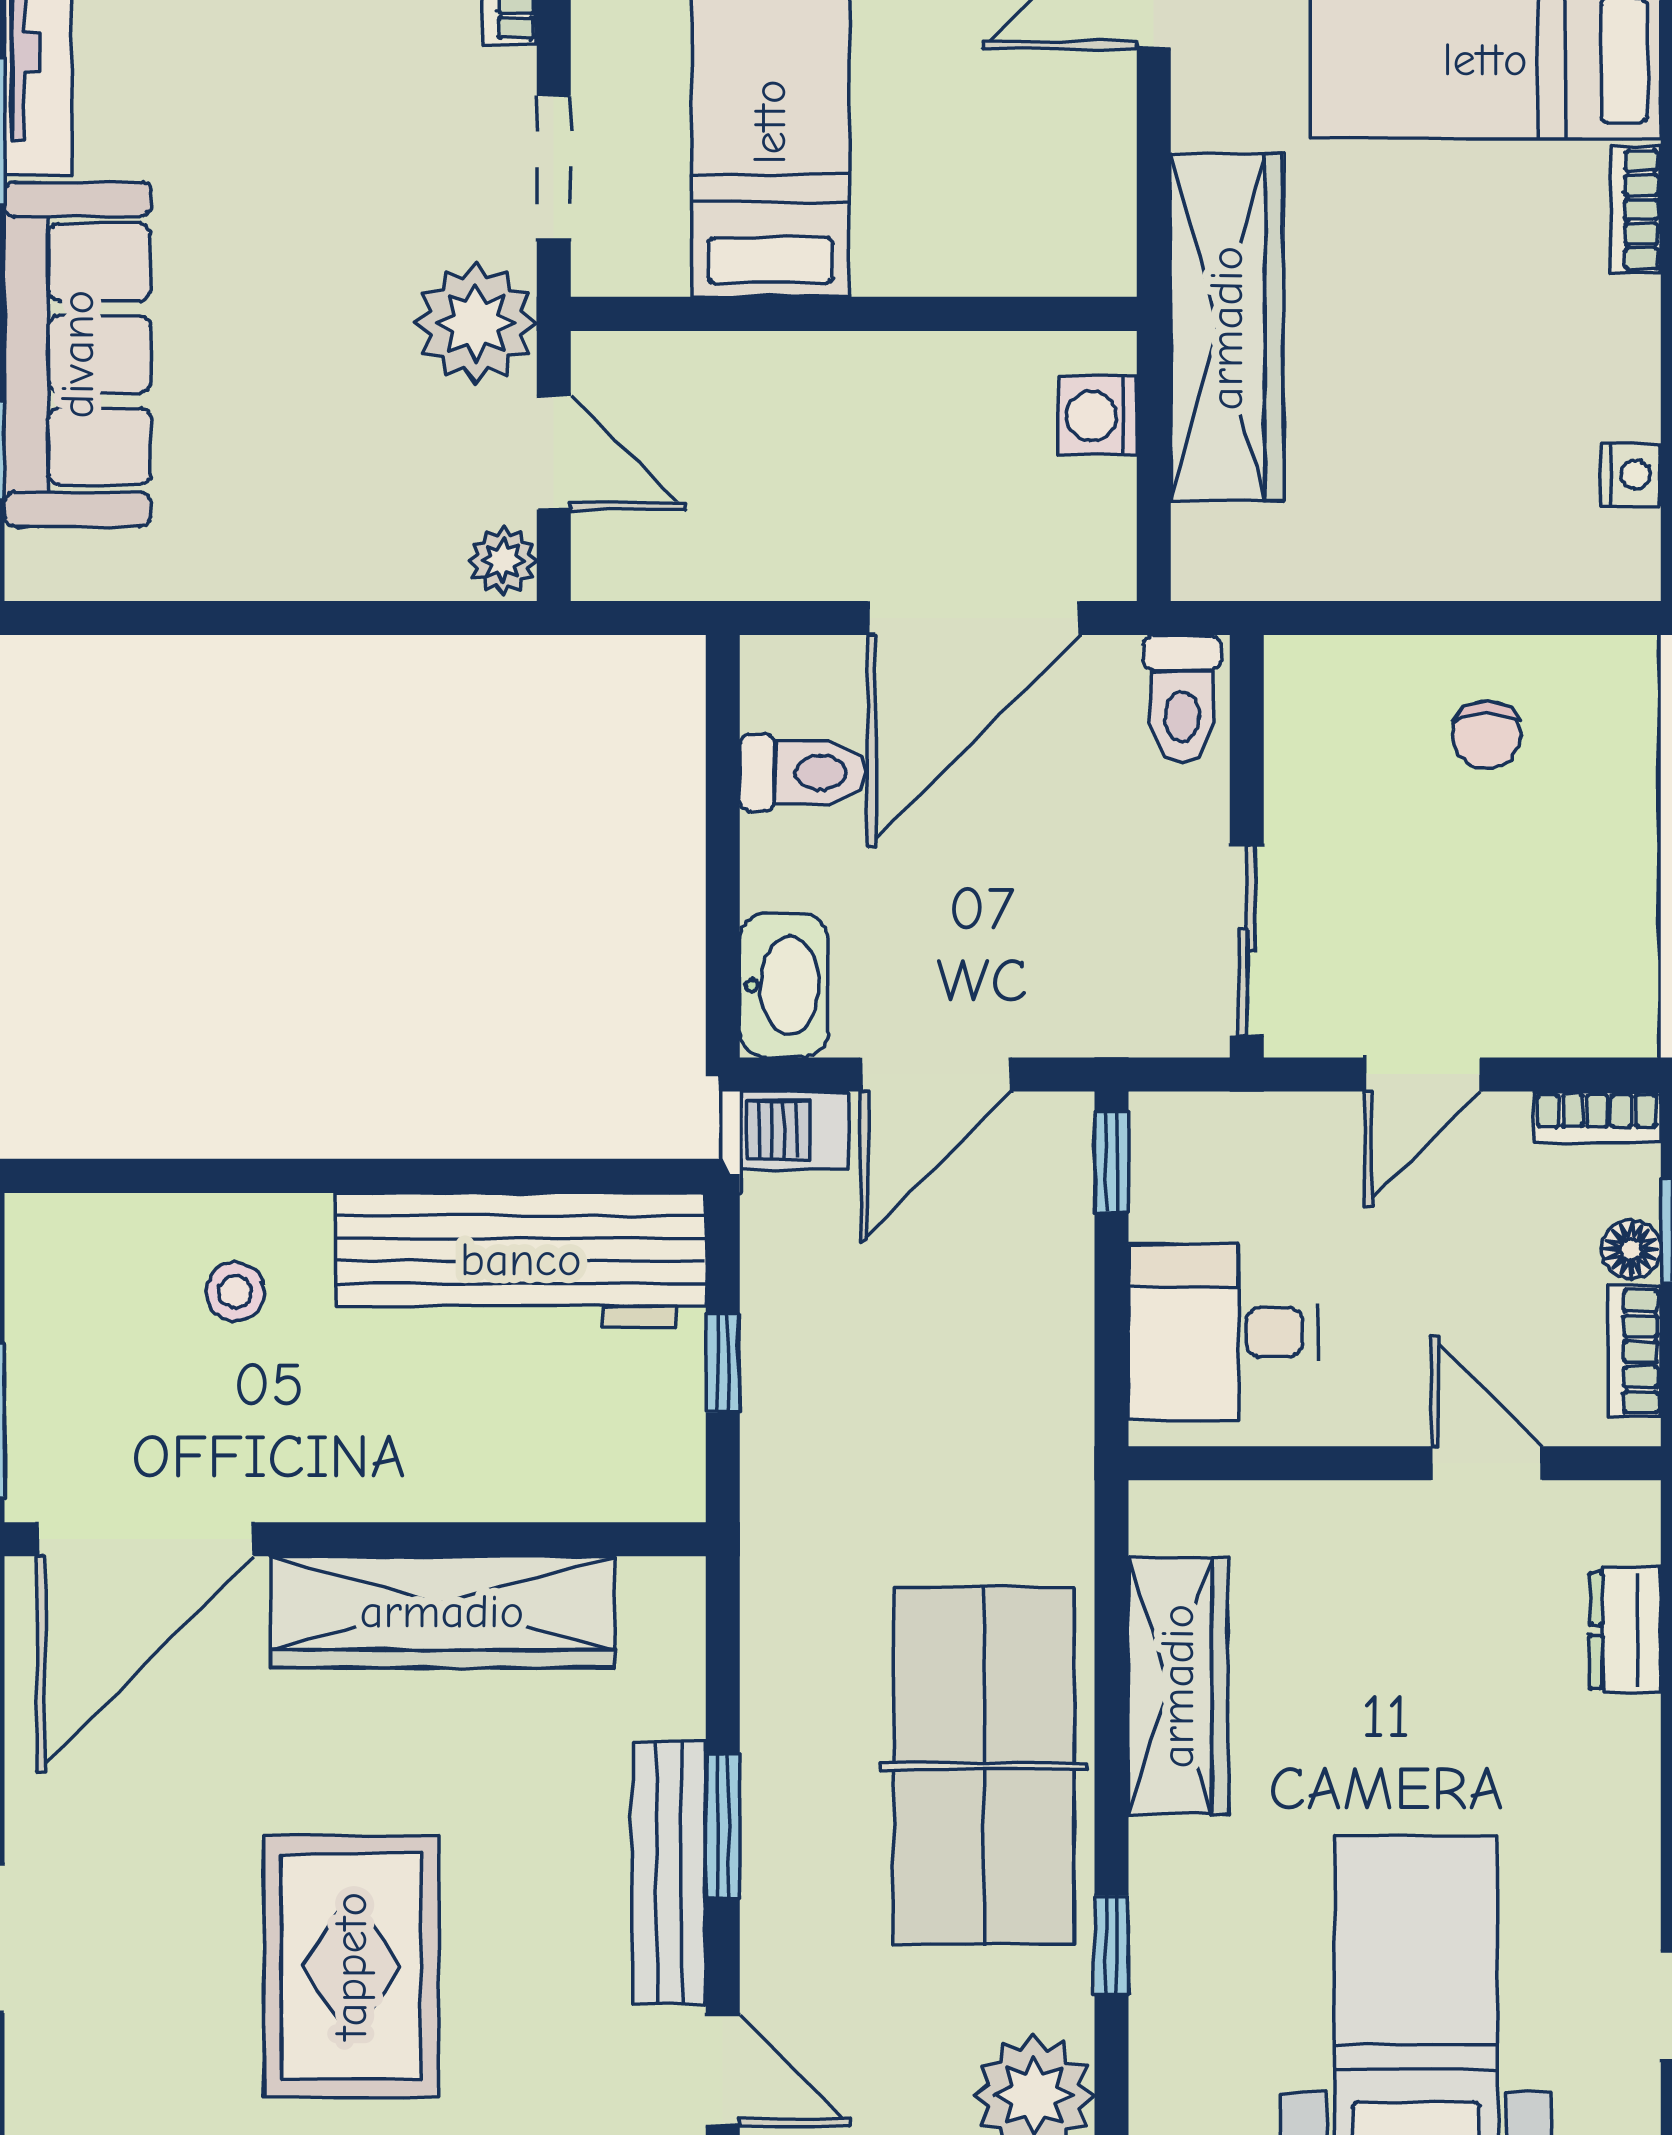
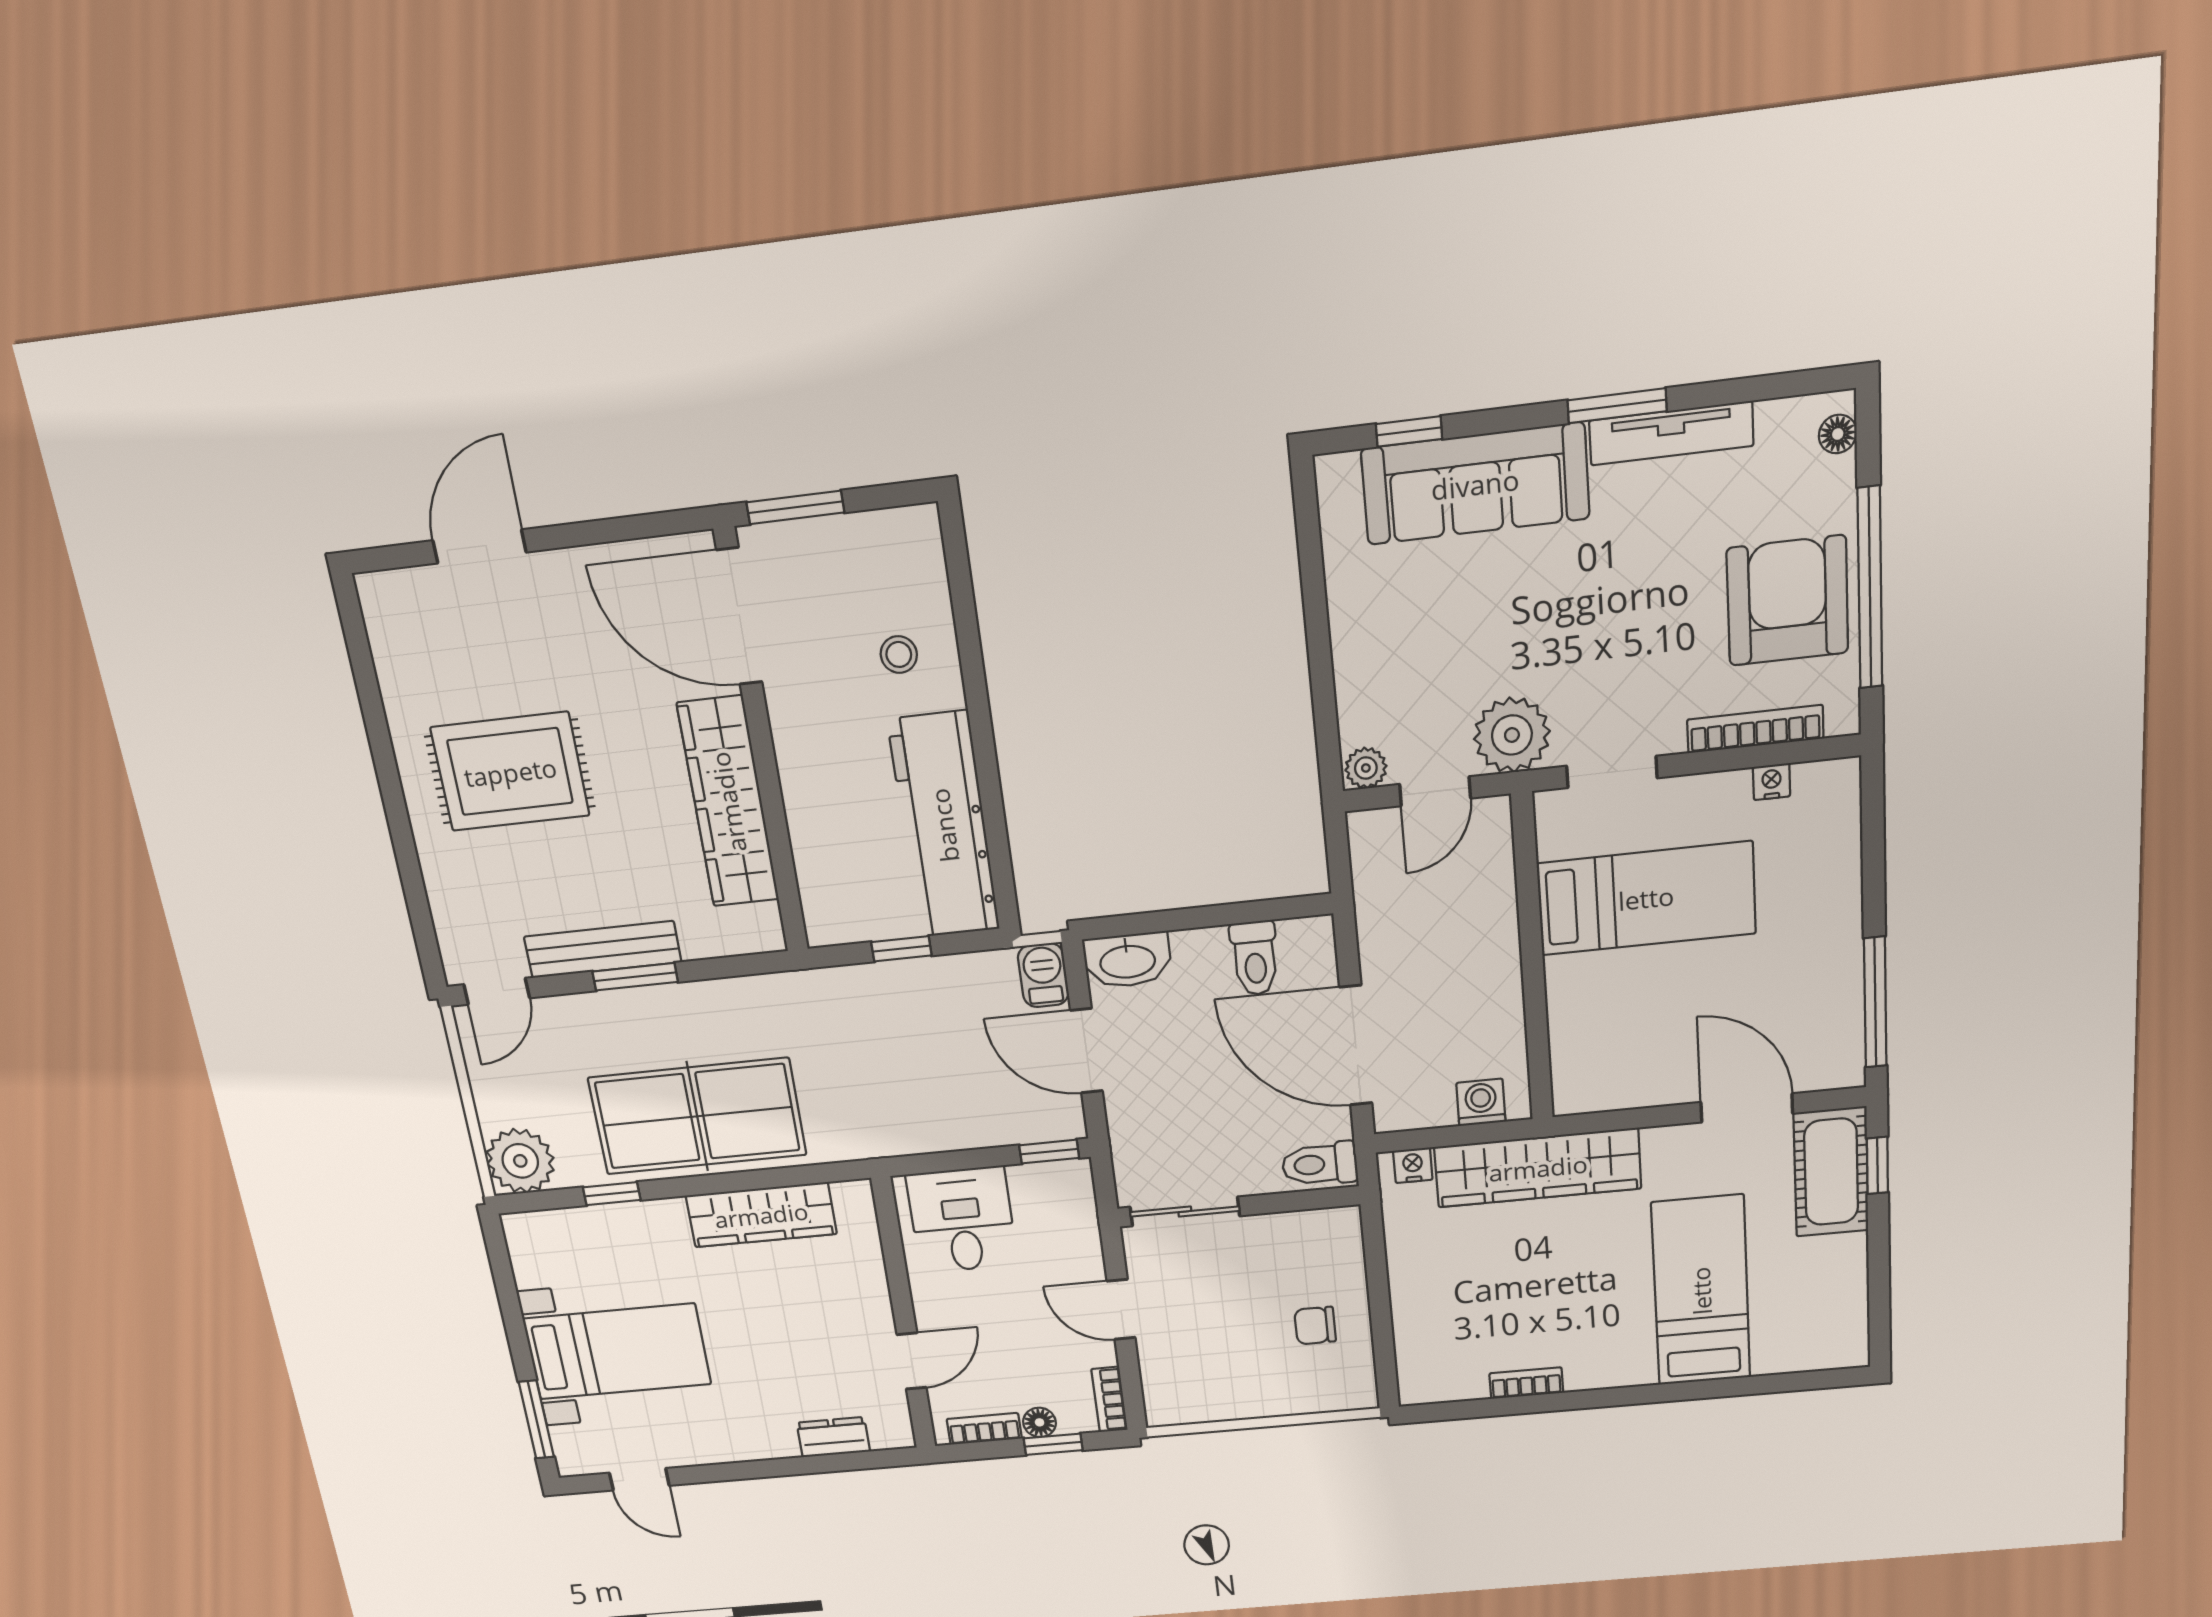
bookcase: (1635, 210) -> (1526, 1383), moved
nightstand: (1631, 475) -> (1413, 1165), moved, turned 180

